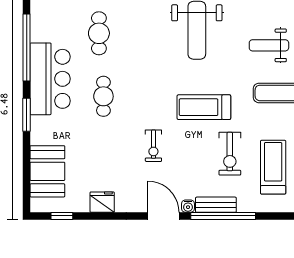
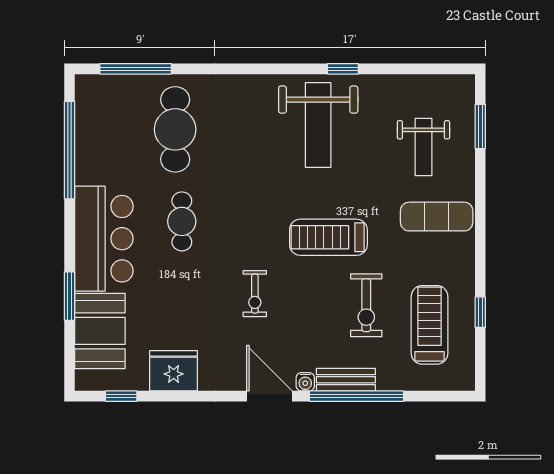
cafe table: (99, 33) -> (175, 129), width x1.37, depth x1.35
weight bench: (269, 45) -> (423, 147), turned -90
bar counter: (50, 79) -> (104, 239), moved
window: (27, 115) -> (70, 296), moved
fridge: (102, 202) -> (174, 371), width x1.36, depth x1.34

